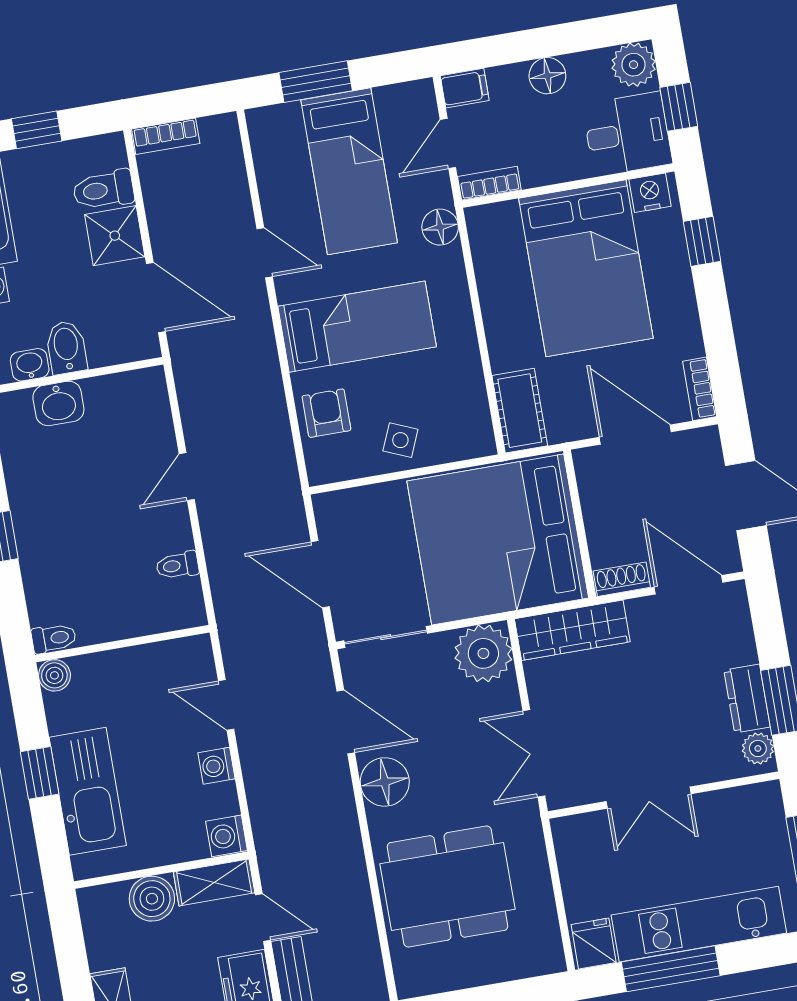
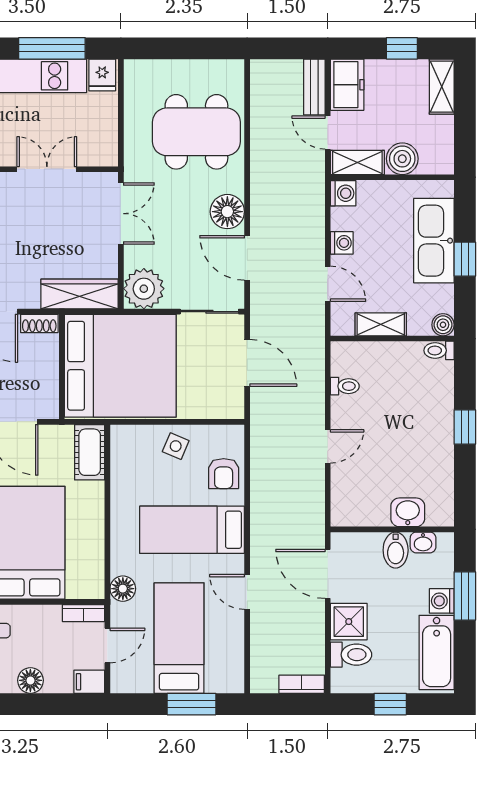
shelving: (142, 661) -> (381, 324), added

